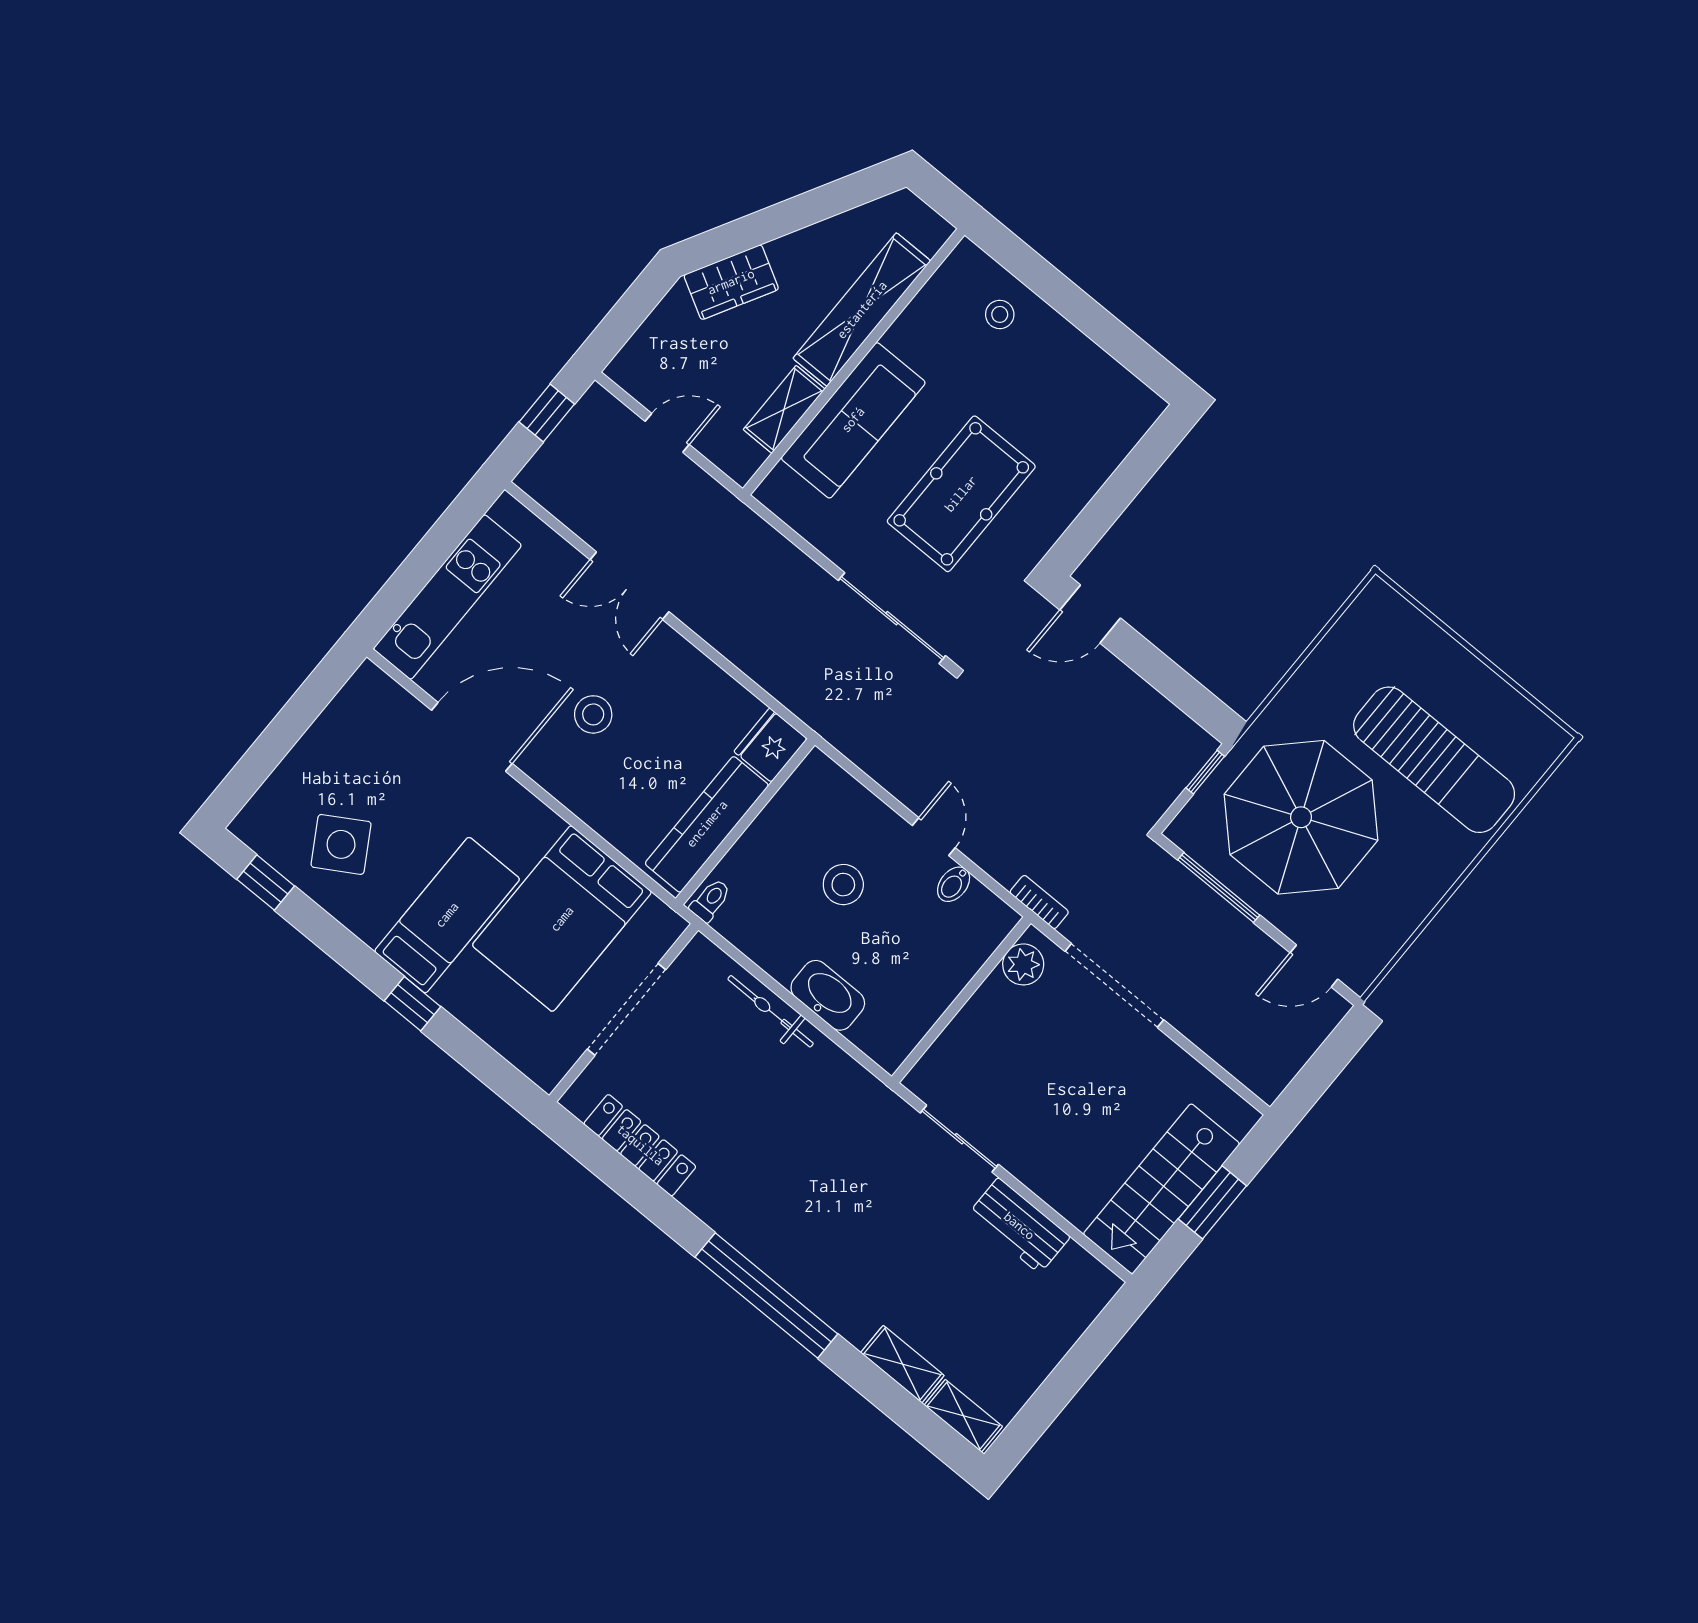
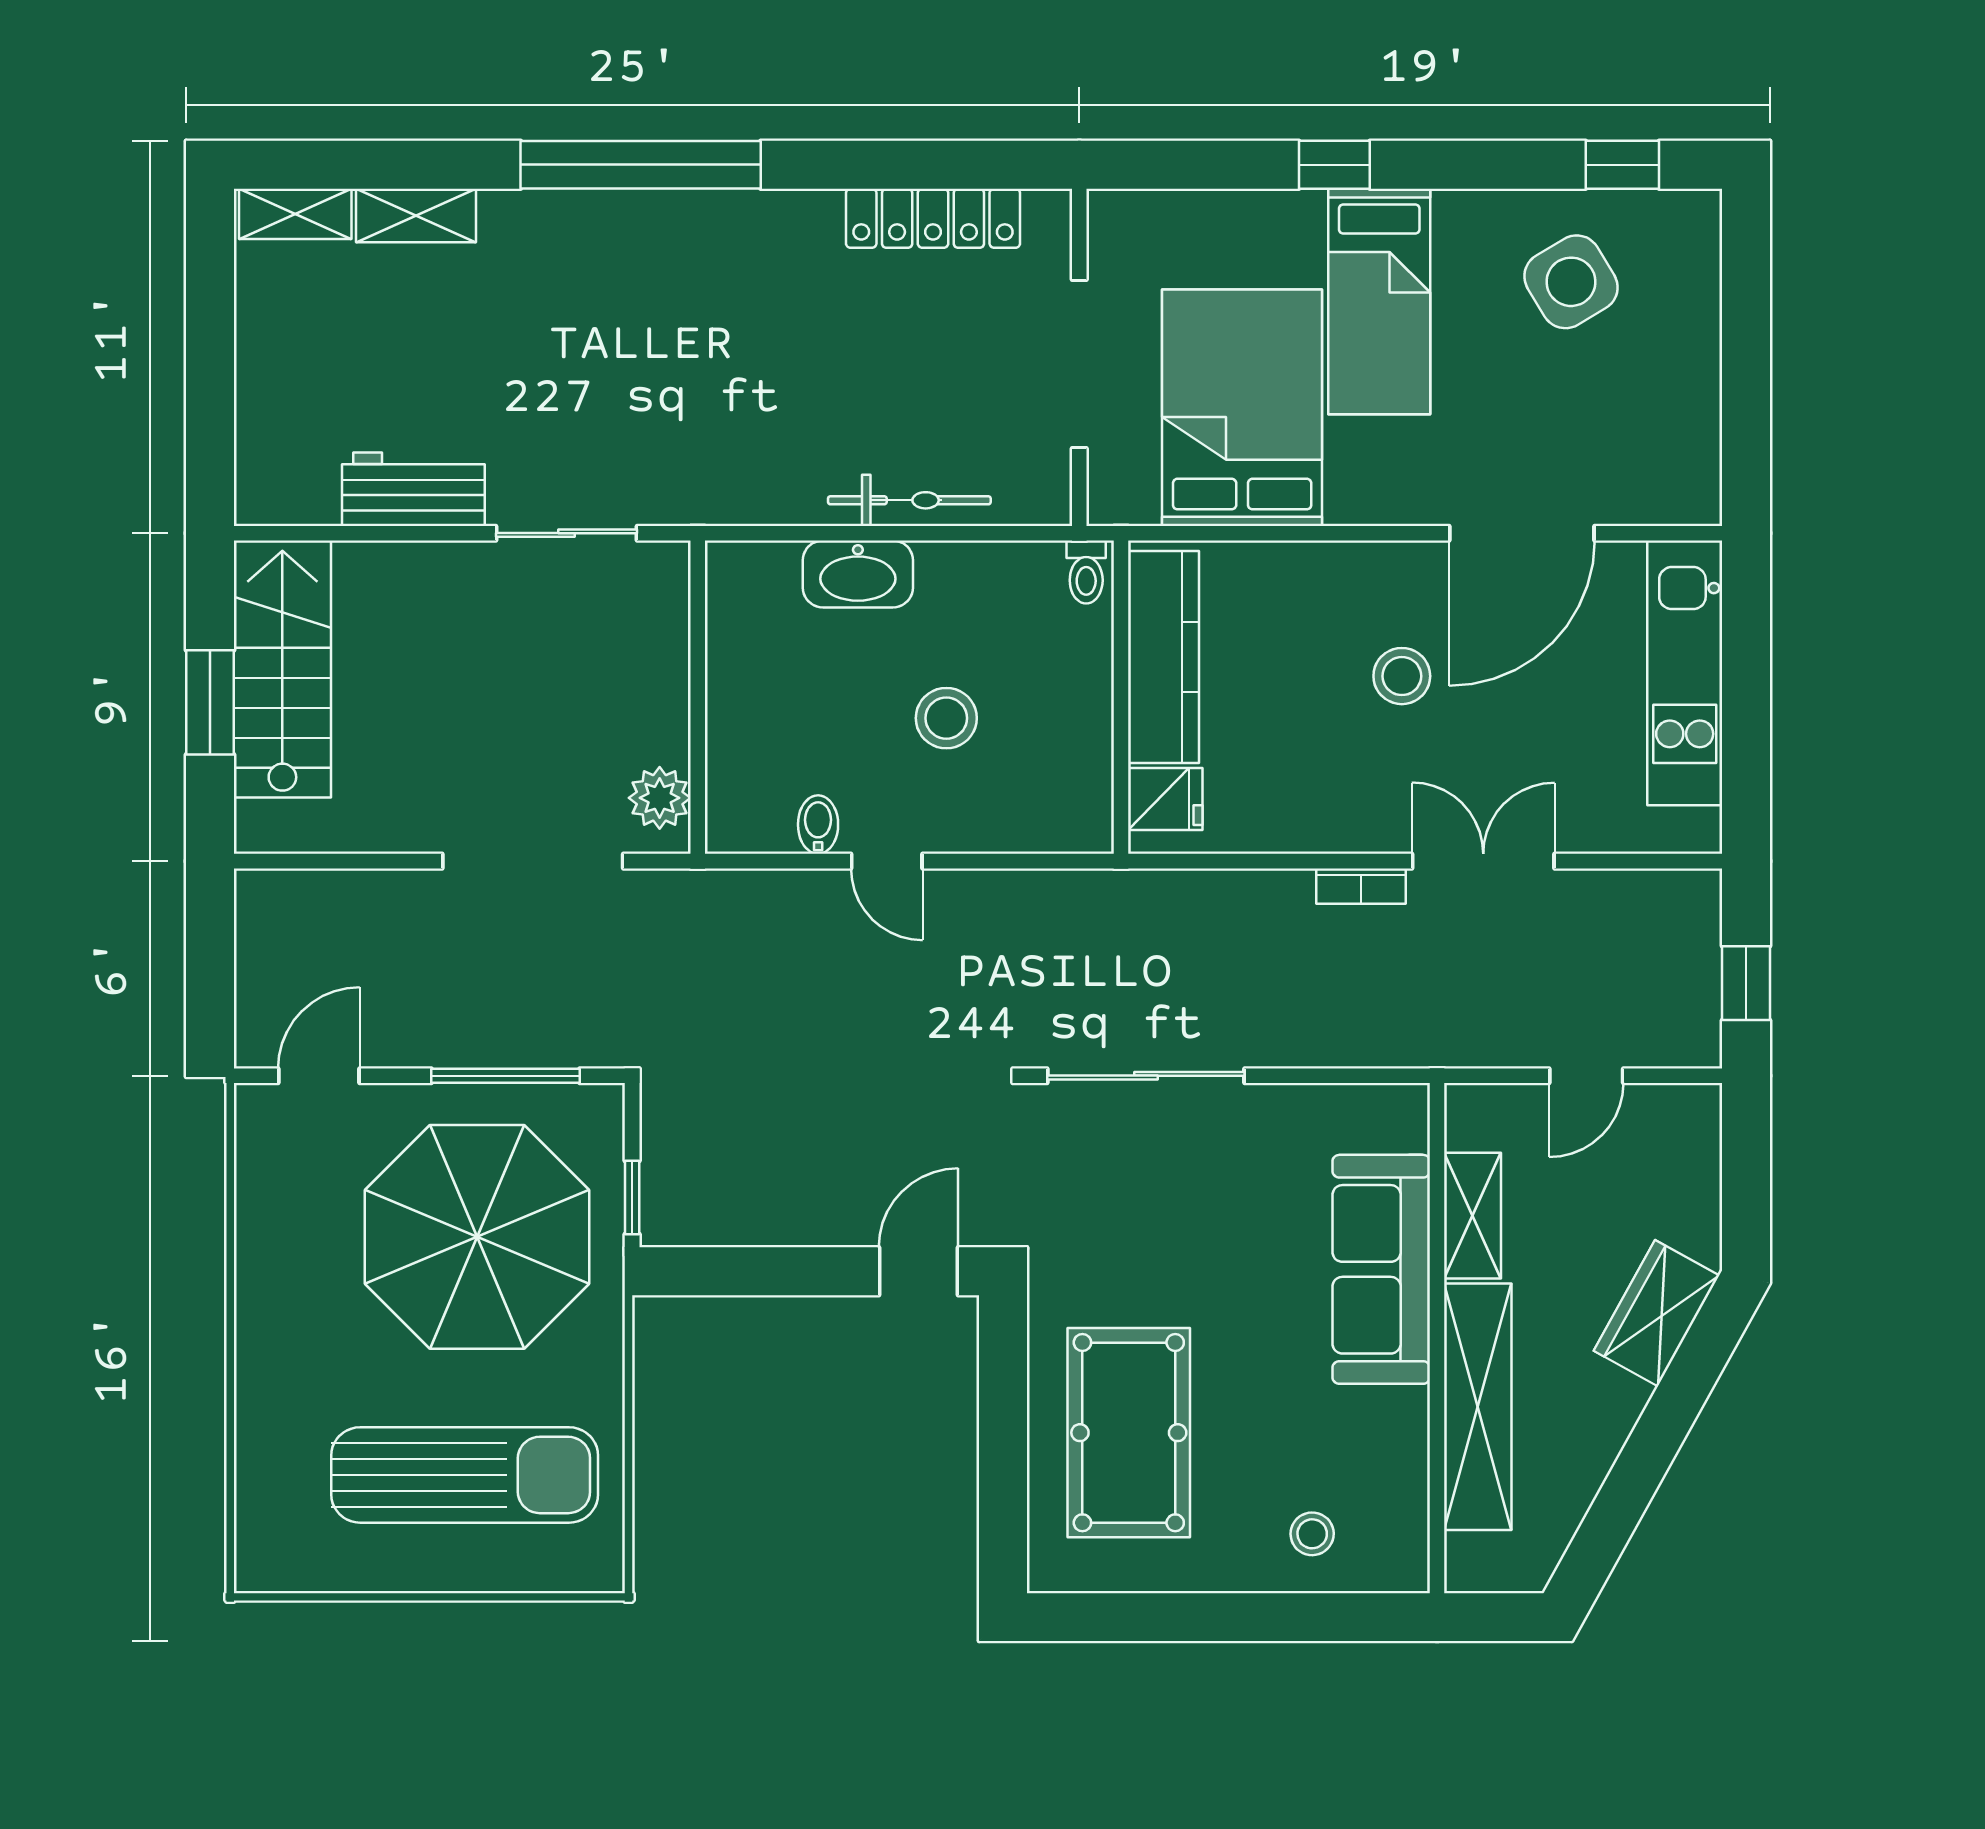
pool table: (961, 494) -> (1129, 1433), moved
fridge: (771, 745) -> (1165, 799), width x0.72
sun lounger: (1434, 760) -> (465, 1475), moved, turned 180
bookcase: (1039, 902) -> (1361, 886), moved

